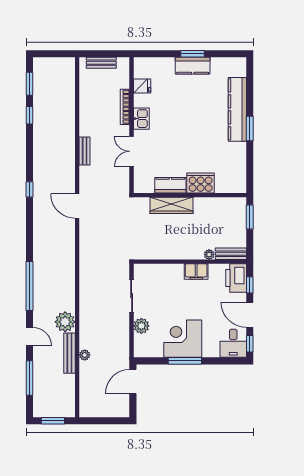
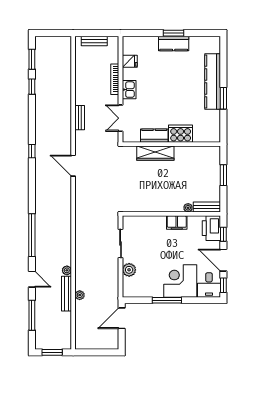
cooker: (201, 183) -> (181, 134), moved
kitchen counter: (170, 185) -> (154, 136), moved
wall: (190, 195) -> (171, 144), moved
wardrobe: (172, 205) -> (155, 153), moved
plant: (65, 322) -> (67, 270), width x0.53, depth x0.53
corner desk: (183, 339) -> (180, 281), moved

